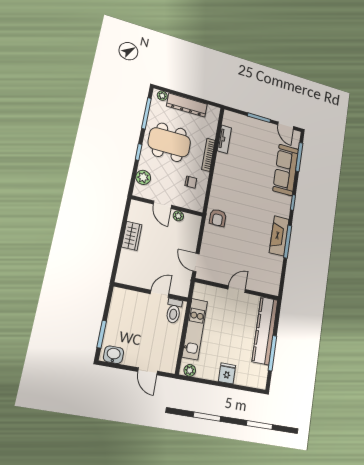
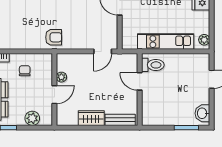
bench: (124, 265) -> (120, 120), added

